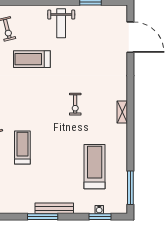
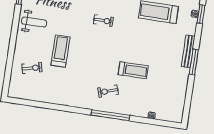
treadmill: (32, 59) -> (60, 51), turned 180
treadmill: (22, 147) -> (133, 70), turned 180

